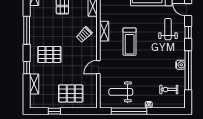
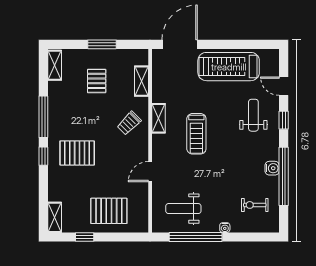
window: (27, 68) -> (43, 156), moved
shelving: (34, 84) -> (55, 217), moved

